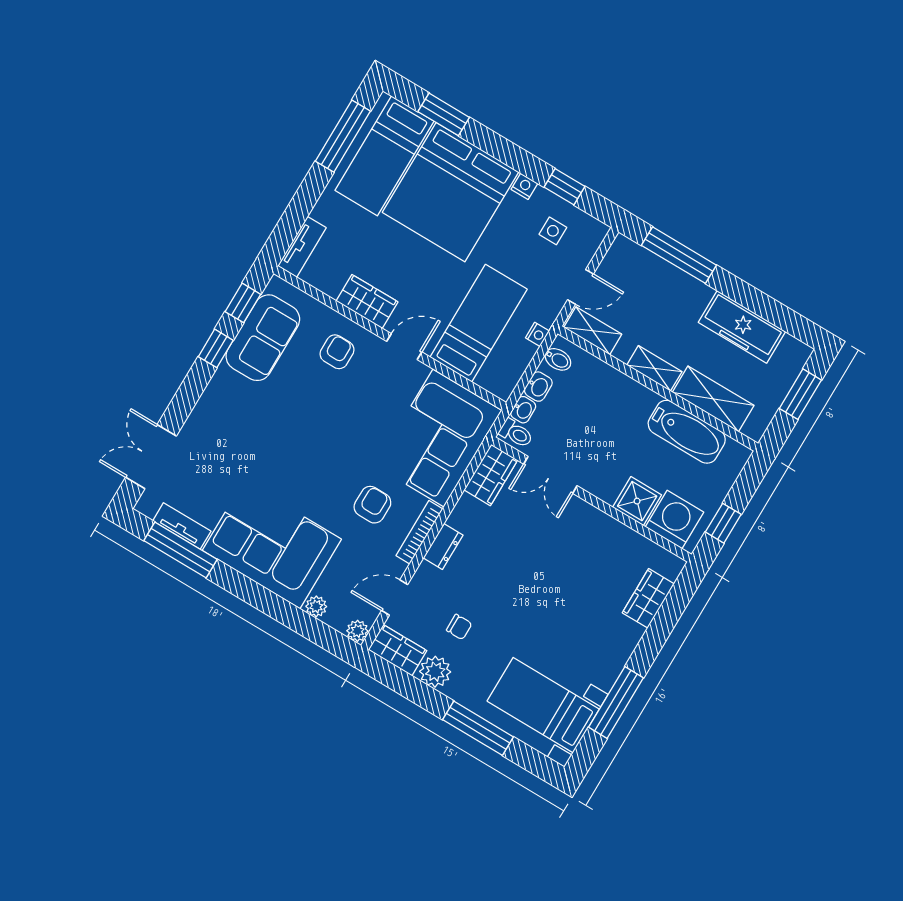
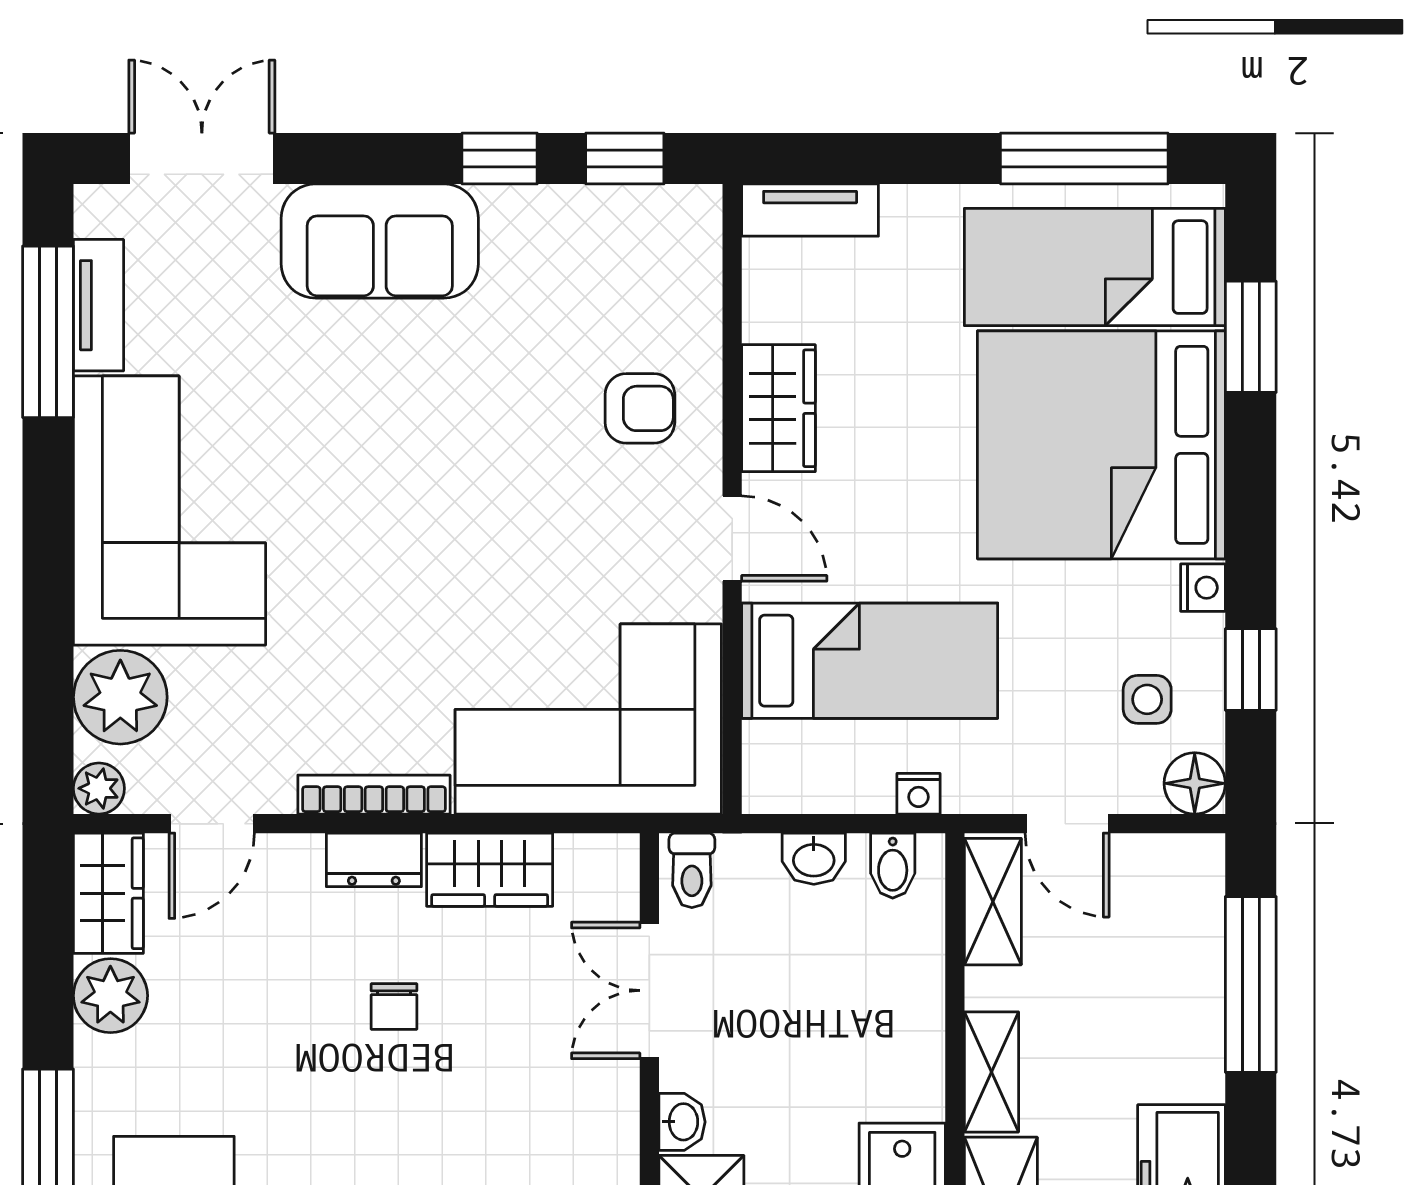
floor lamp: (594, 232) -> (1195, 783), added
sofa: (263, 338) -> (380, 241), moved
washbasin: (523, 410) -> (682, 1122), moved, turned -90
wardrobe: (491, 475) -> (490, 870), moved
armchair: (372, 505) -> (373, 666), removed
door: (395, 598) -> (212, 824), swing flipped
plant: (316, 606) -> (120, 697), width x1.88, depth x1.88
chair: (459, 627) -> (394, 1007), moved

